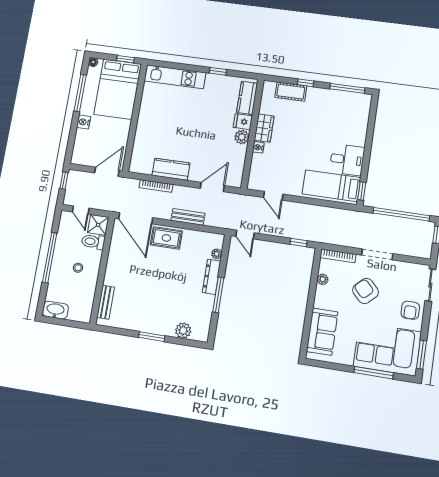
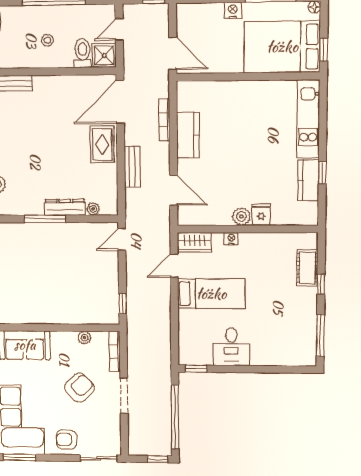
kitchen counter: (247, 98) -> (308, 180), moved, turned -90
wardrobe: (264, 128) -> (194, 242), moved
bed: (331, 186) -> (211, 294), moved, turned 90

